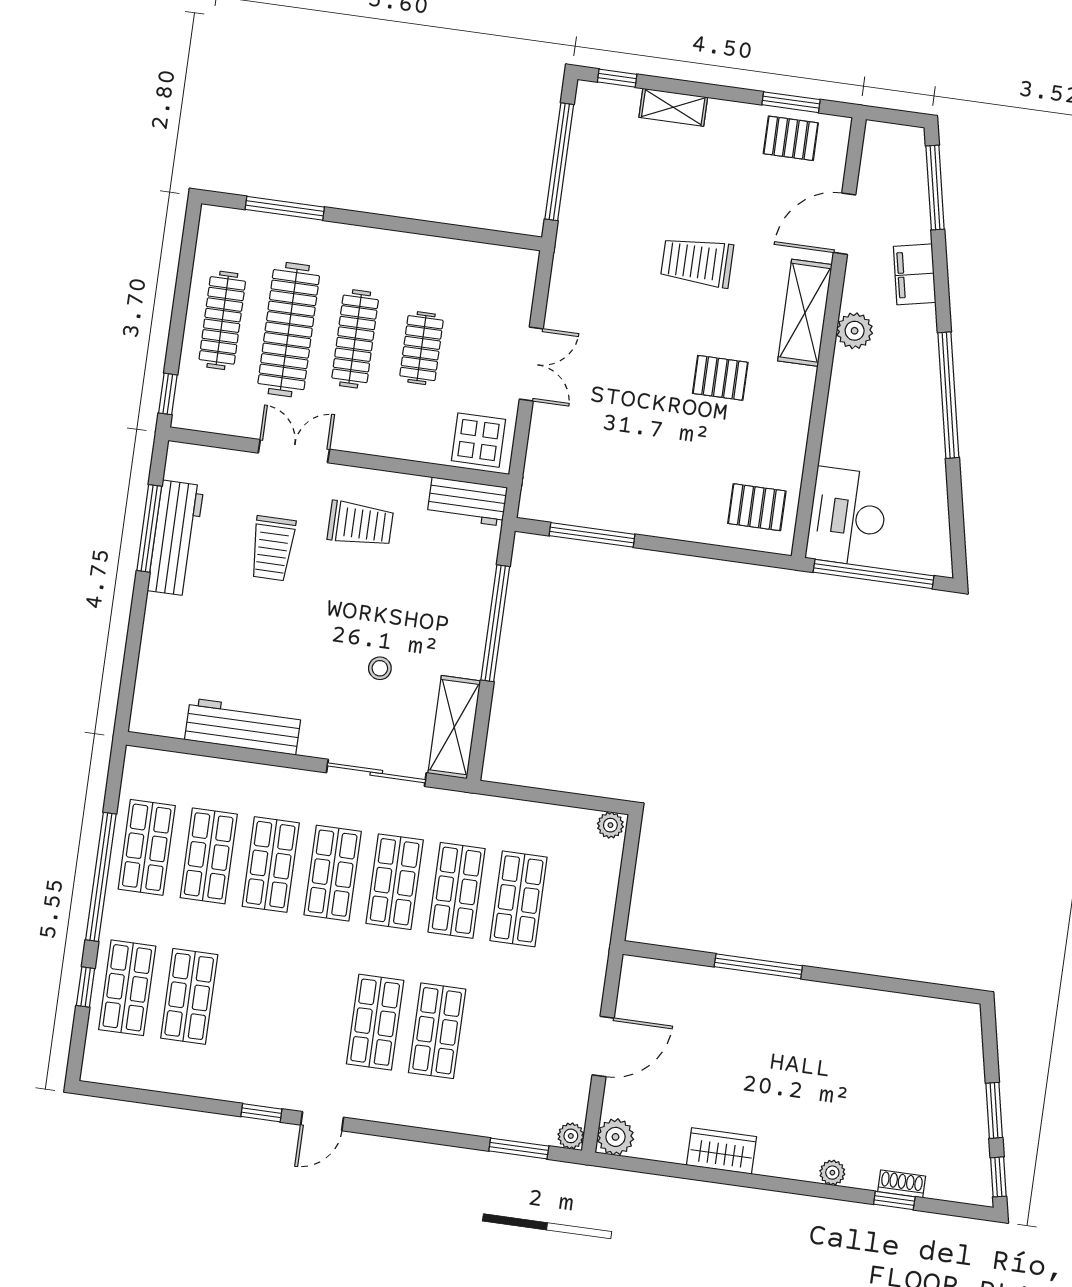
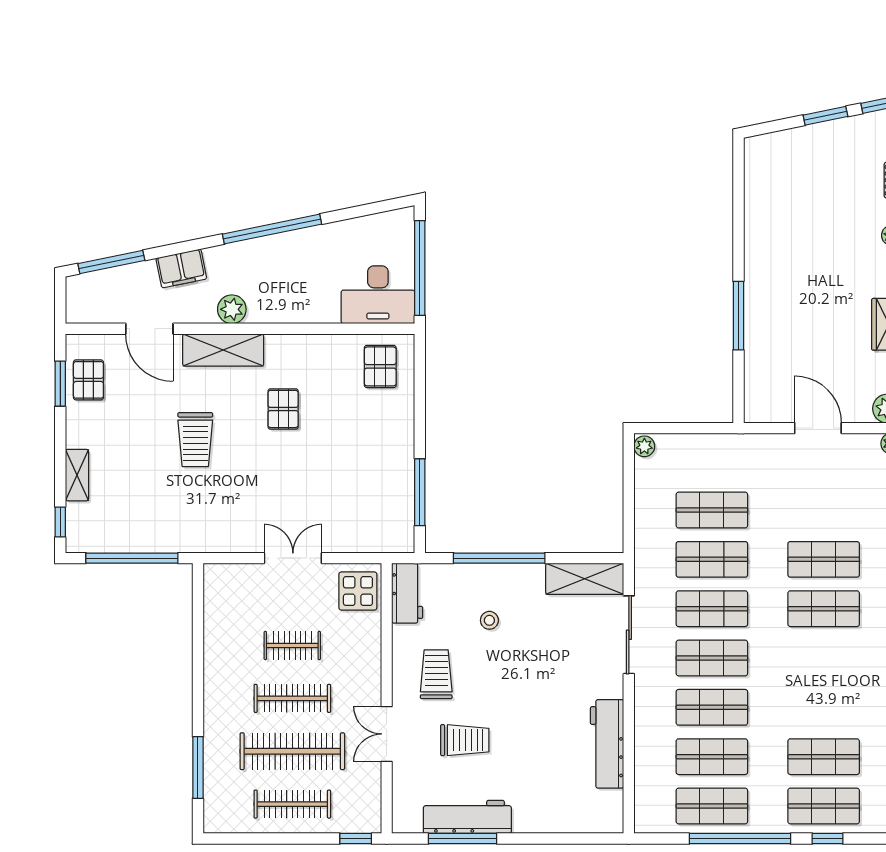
stool: (380, 668) -> (489, 620), moved

